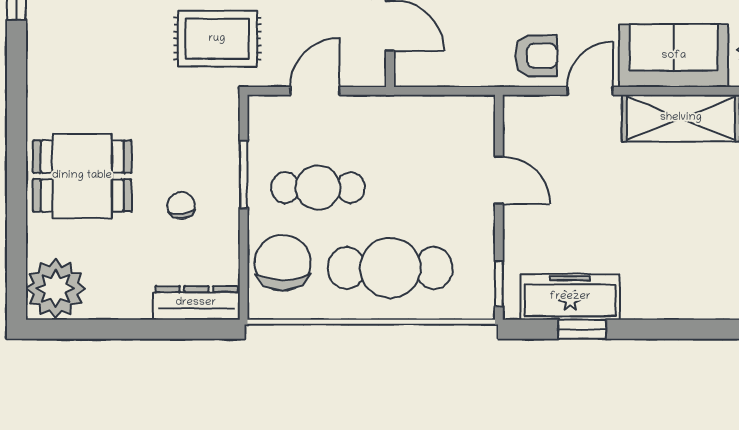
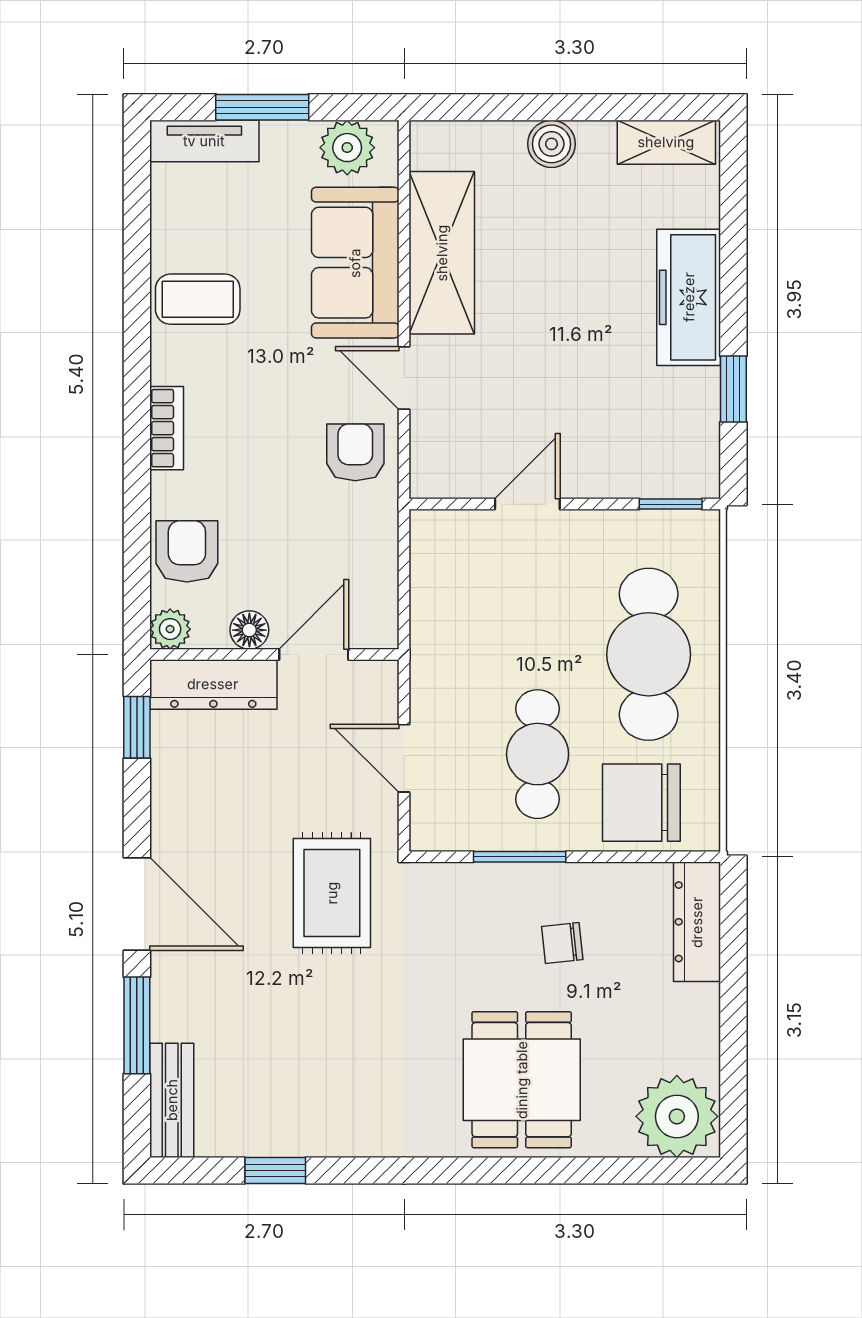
freezer: (570, 297) -> (689, 297), moved

